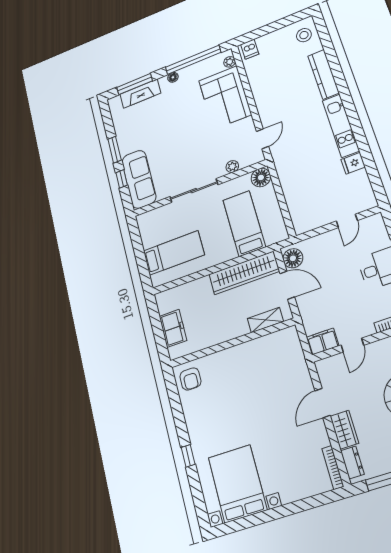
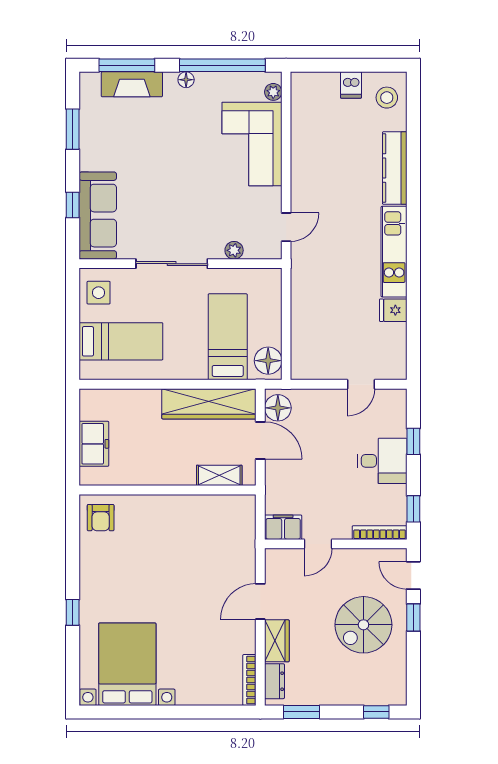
dishwasher: (250, 49) -> (351, 85), moved
window: (115, 150) -> (73, 129), moved
floor lamp: (261, 178) -> (268, 361), moved
side table: (151, 227) -> (99, 293), added

